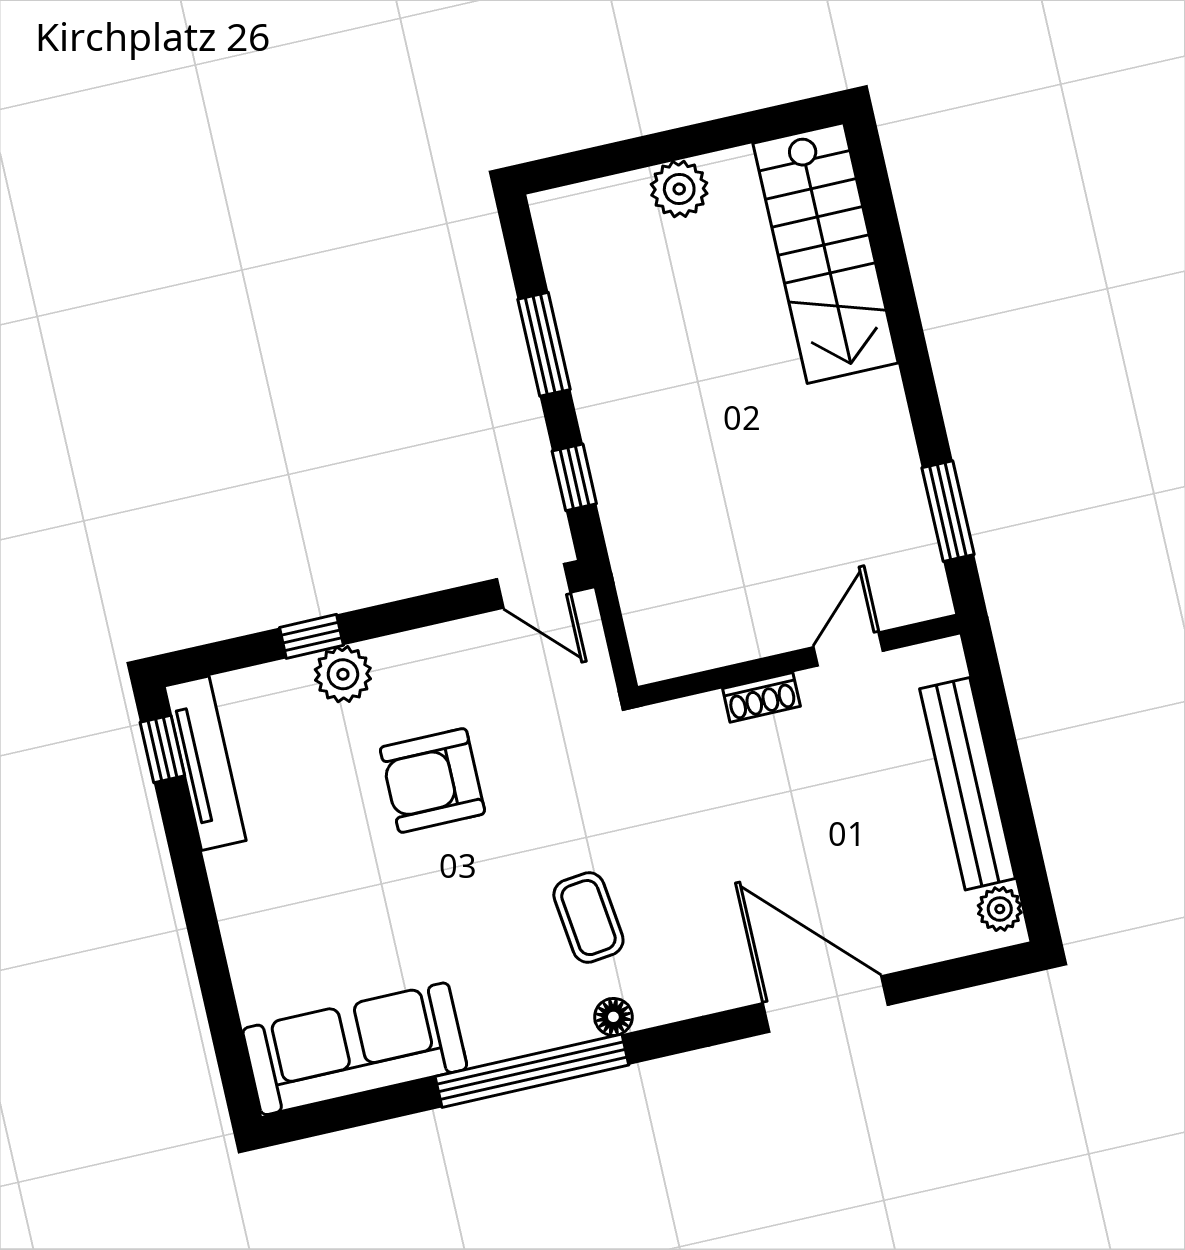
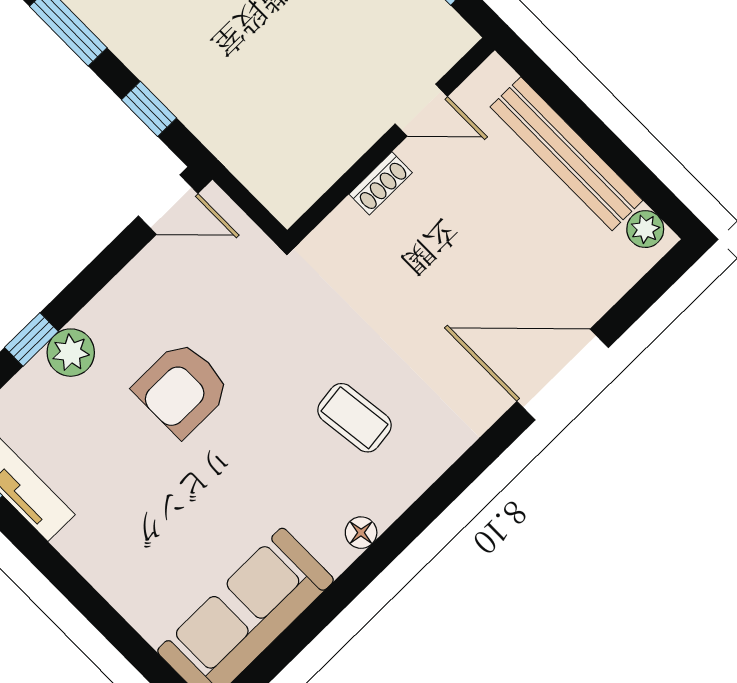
door: (848, 649) -> (421, 110), swing flipped
floor lamp: (613, 1017) -> (361, 533), moved
window: (532, 1071) -> (382, 553), removed

